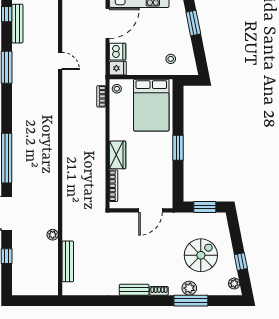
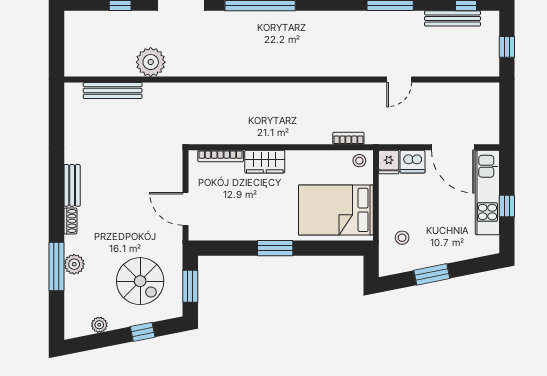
window: (193, 23) -> (432, 274), moved
plant: (53, 235) -> (151, 62), width x1.88, depth x1.88
spiral stairs: (201, 255) -> (140, 281), moved
window: (241, 262) -> (143, 332), moved
plant: (234, 283) -> (99, 325), moved

